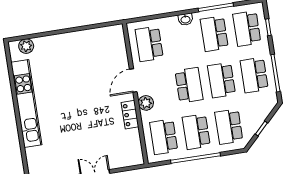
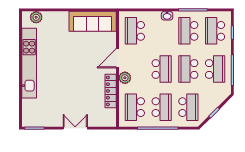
sofa: (96, 40) -> (93, 21), added
school desk: (254, 75) -> (215, 69), turned 180
locker: (130, 115) -> (111, 91), width x1.53
school desk: (229, 127) -> (188, 107), turned 180
school desk: (196, 132) -> (162, 107), turned 180

